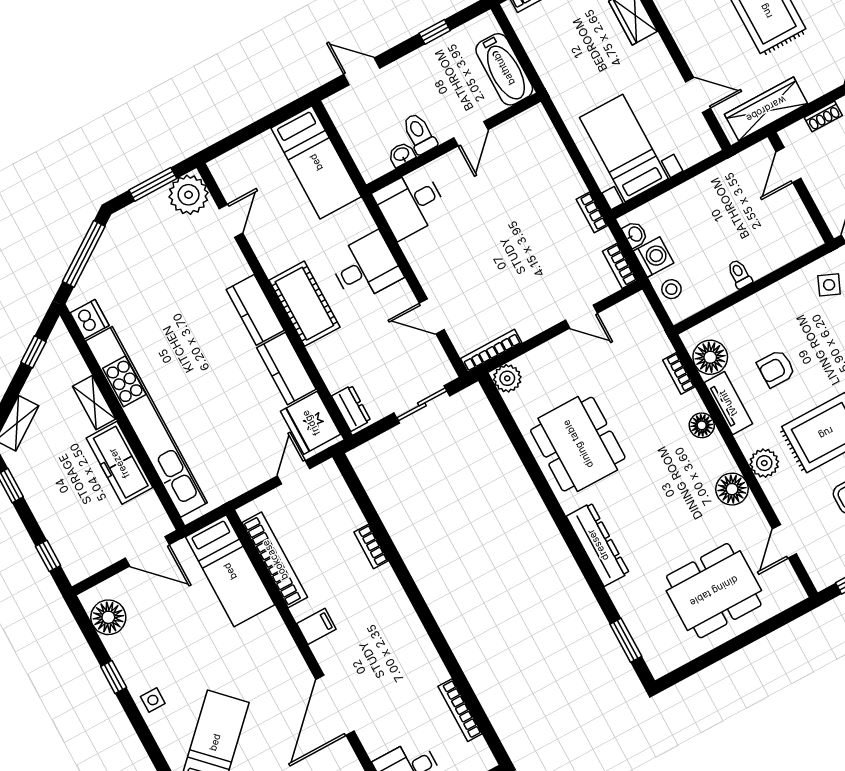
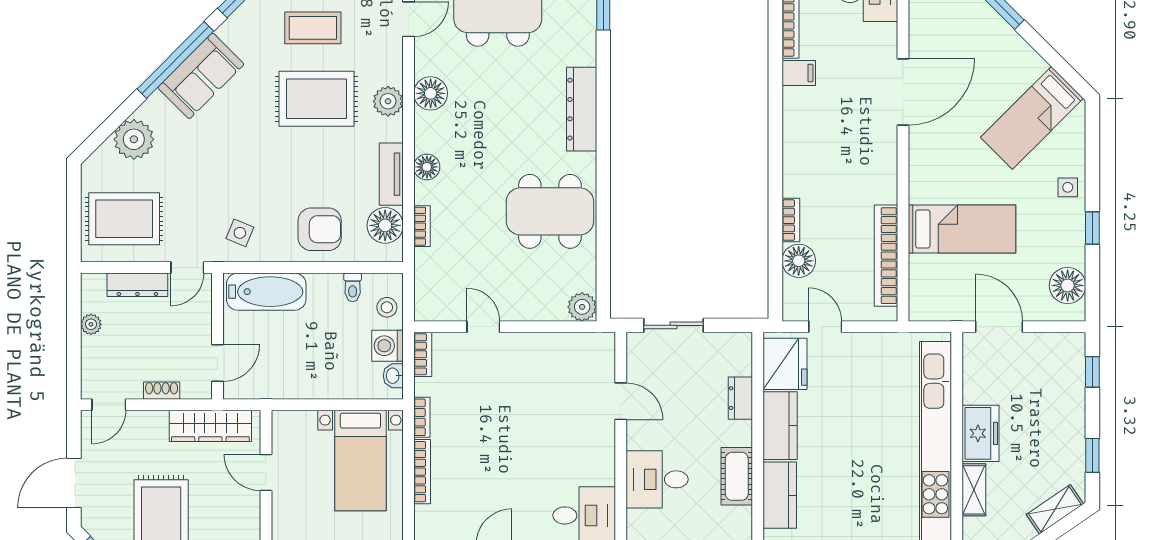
bathtub: (780, 247) -> (266, 292), added
toilet: (739, 274) -> (353, 287), moved
cot: (304, 304) -> (737, 476), width x0.73, depth x0.75
bookcase: (491, 351) -> (422, 472), moved, turned -90
armchair: (776, 368) -> (320, 229), moved, width x1.38, depth x1.38
dresser: (351, 408) -> (740, 398), moved
dining table: (578, 444) -> (550, 211), turned 90
freezer: (119, 463) -> (980, 433), width x0.71
door: (294, 472) -> (825, 327), swing flipped
floor lamp: (346, 516) -> (799, 261), added
bed: (230, 571) -> (962, 229), moved, turned 90
filing cabinet: (316, 626) -> (799, 73), moved, turned 180

